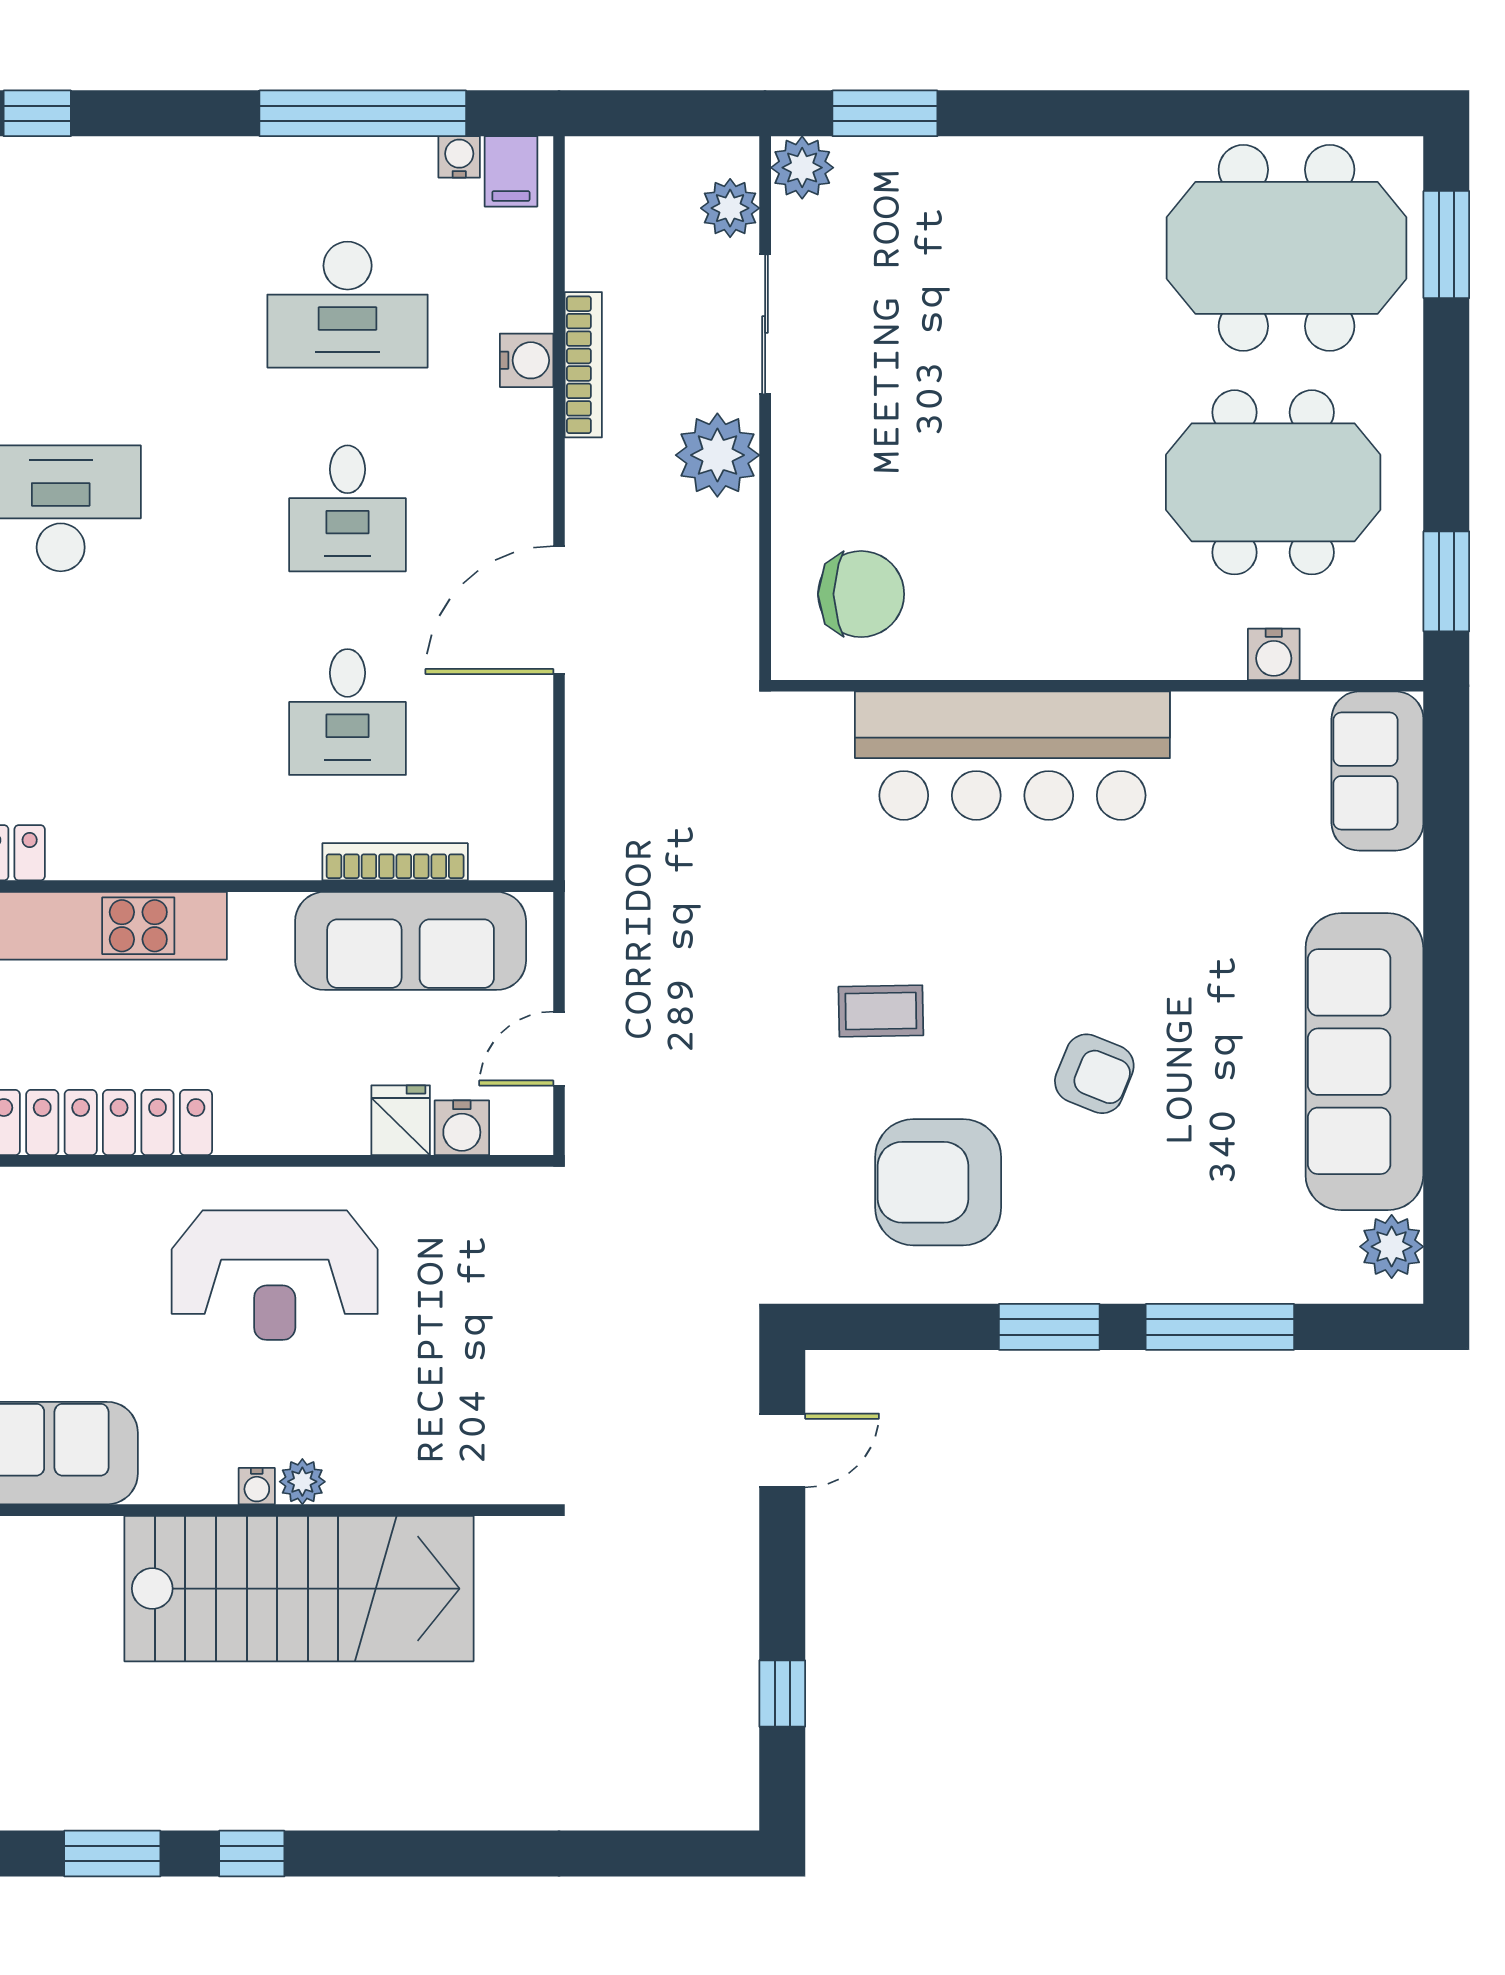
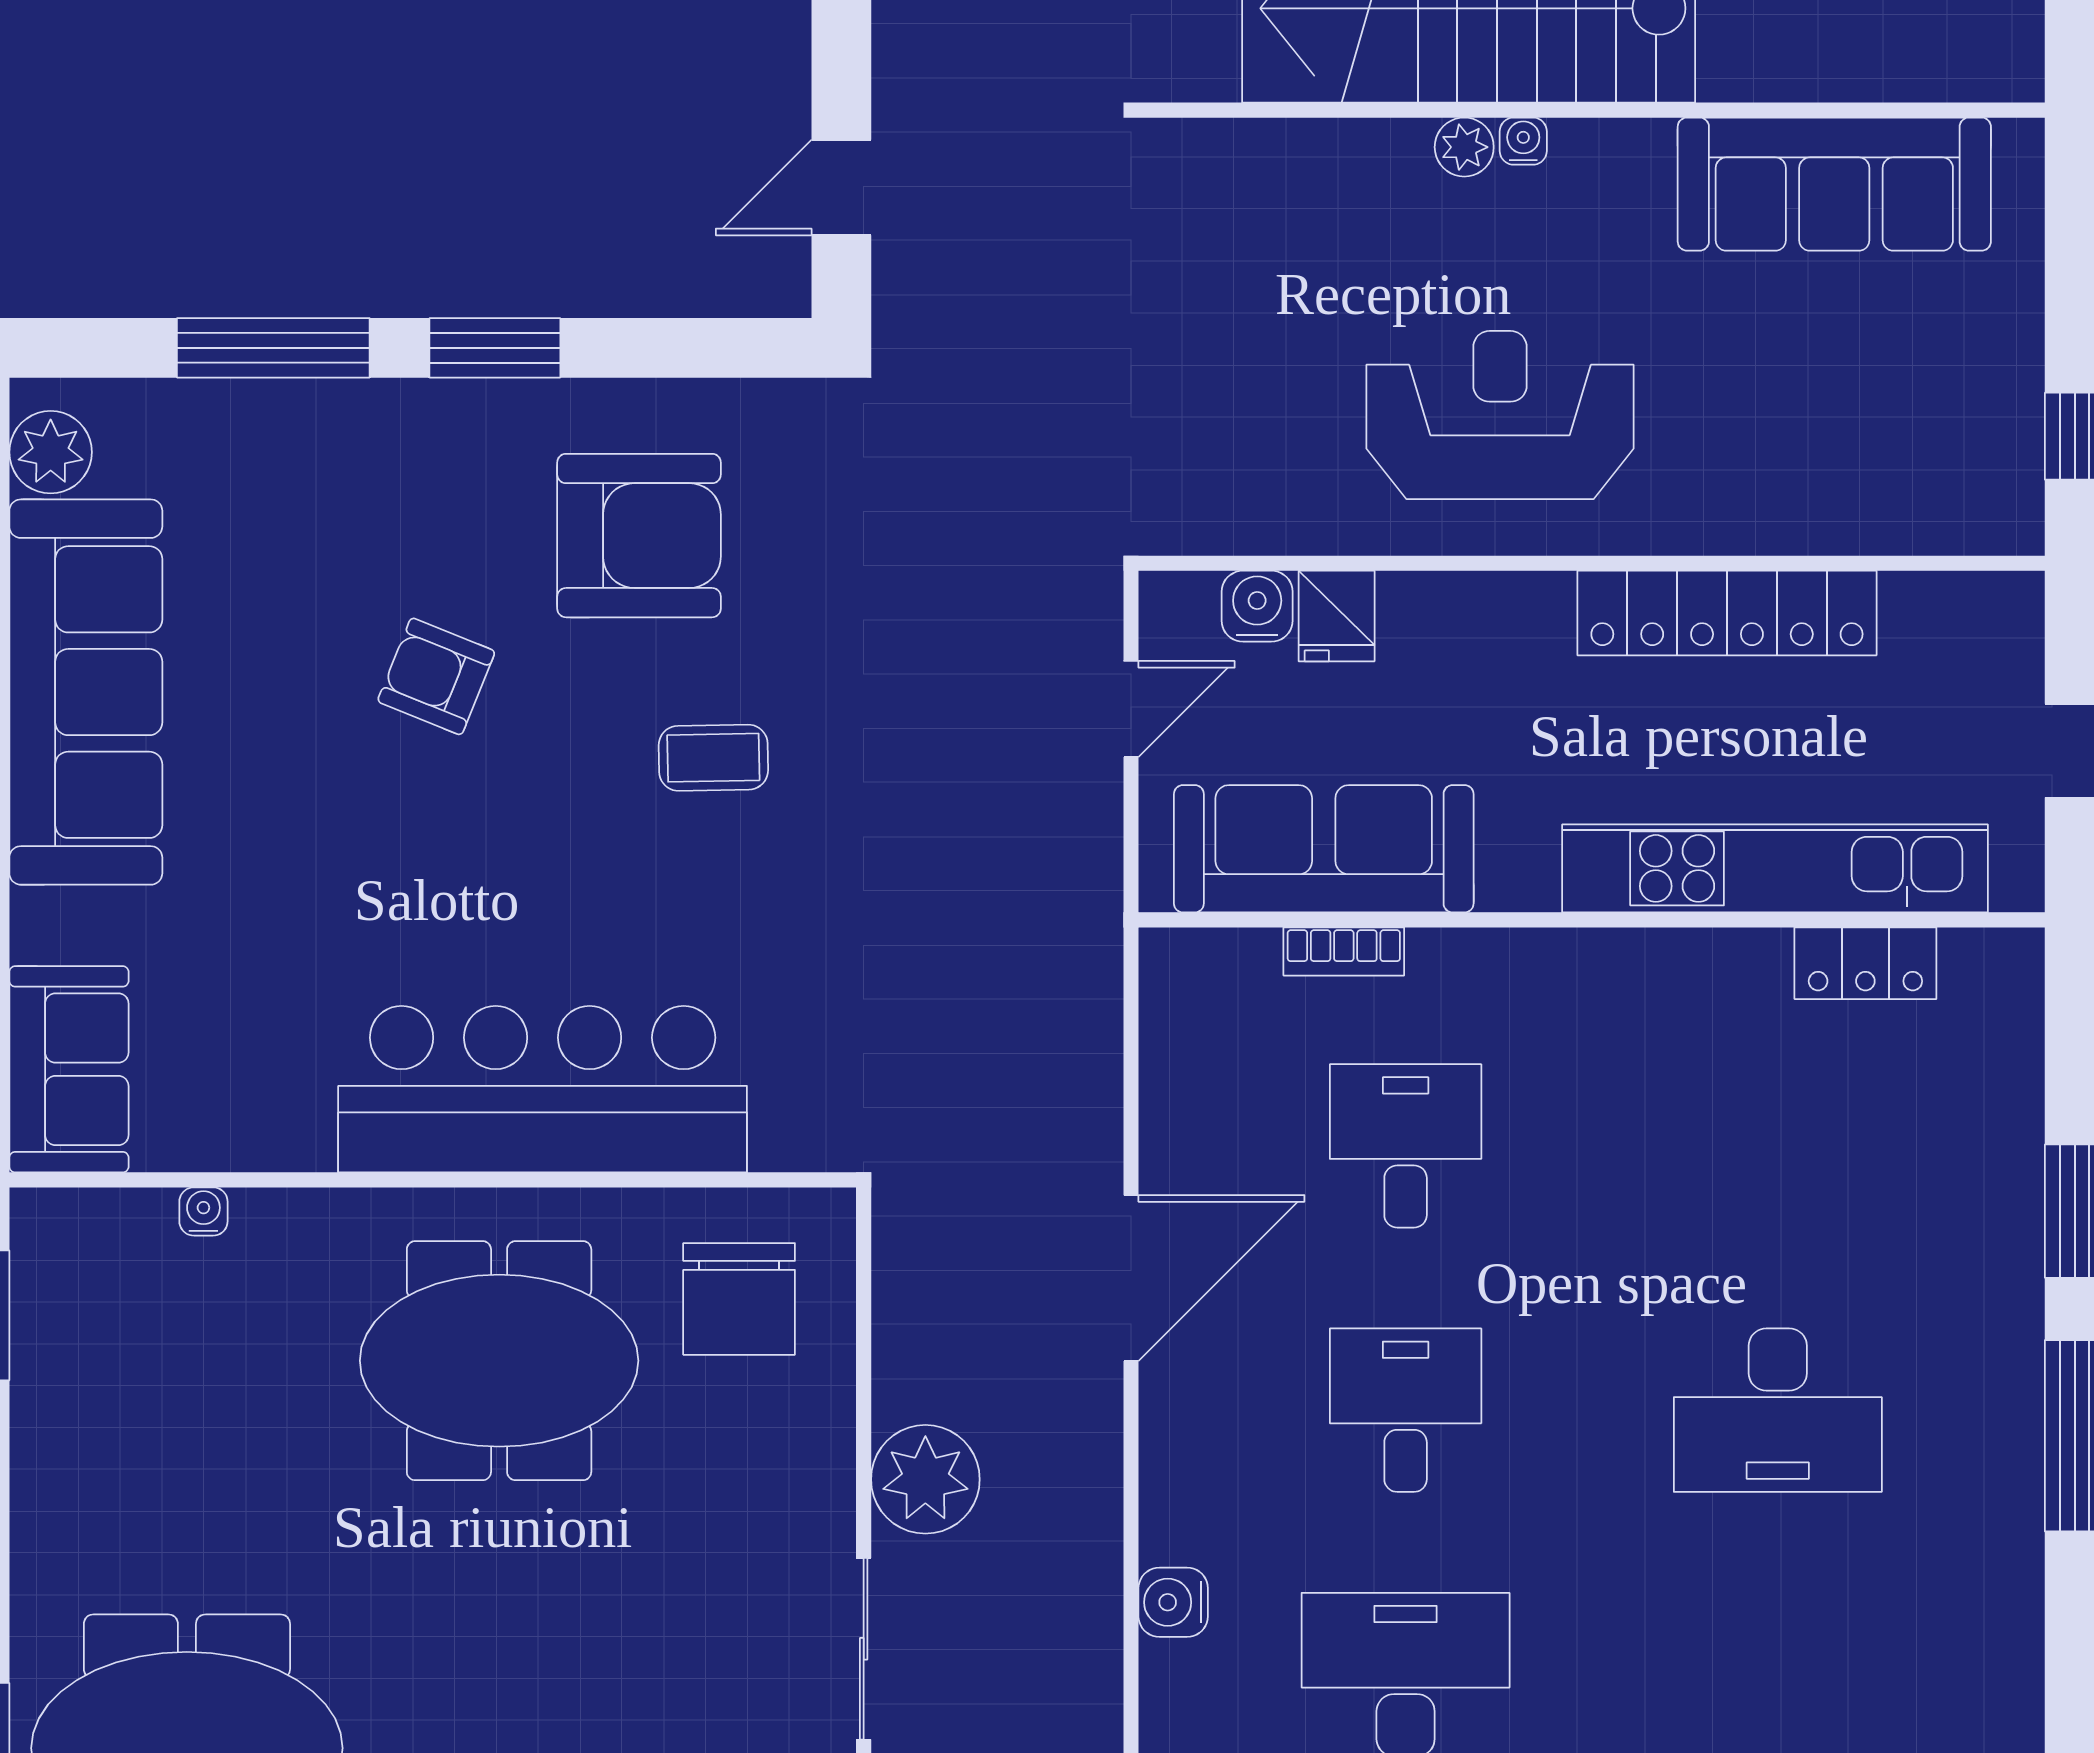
bookcase: (583, 365) -> (1099, 1596), removed
meeting table: (1273, 482) -> (499, 1361), moved
chair: (861, 594) -> (739, 1299), turned -90
water cooler: (1274, 654) -> (203, 1211), width x0.72, depth x0.72
bookcase: (395, 862) -> (1344, 951), width x0.64

